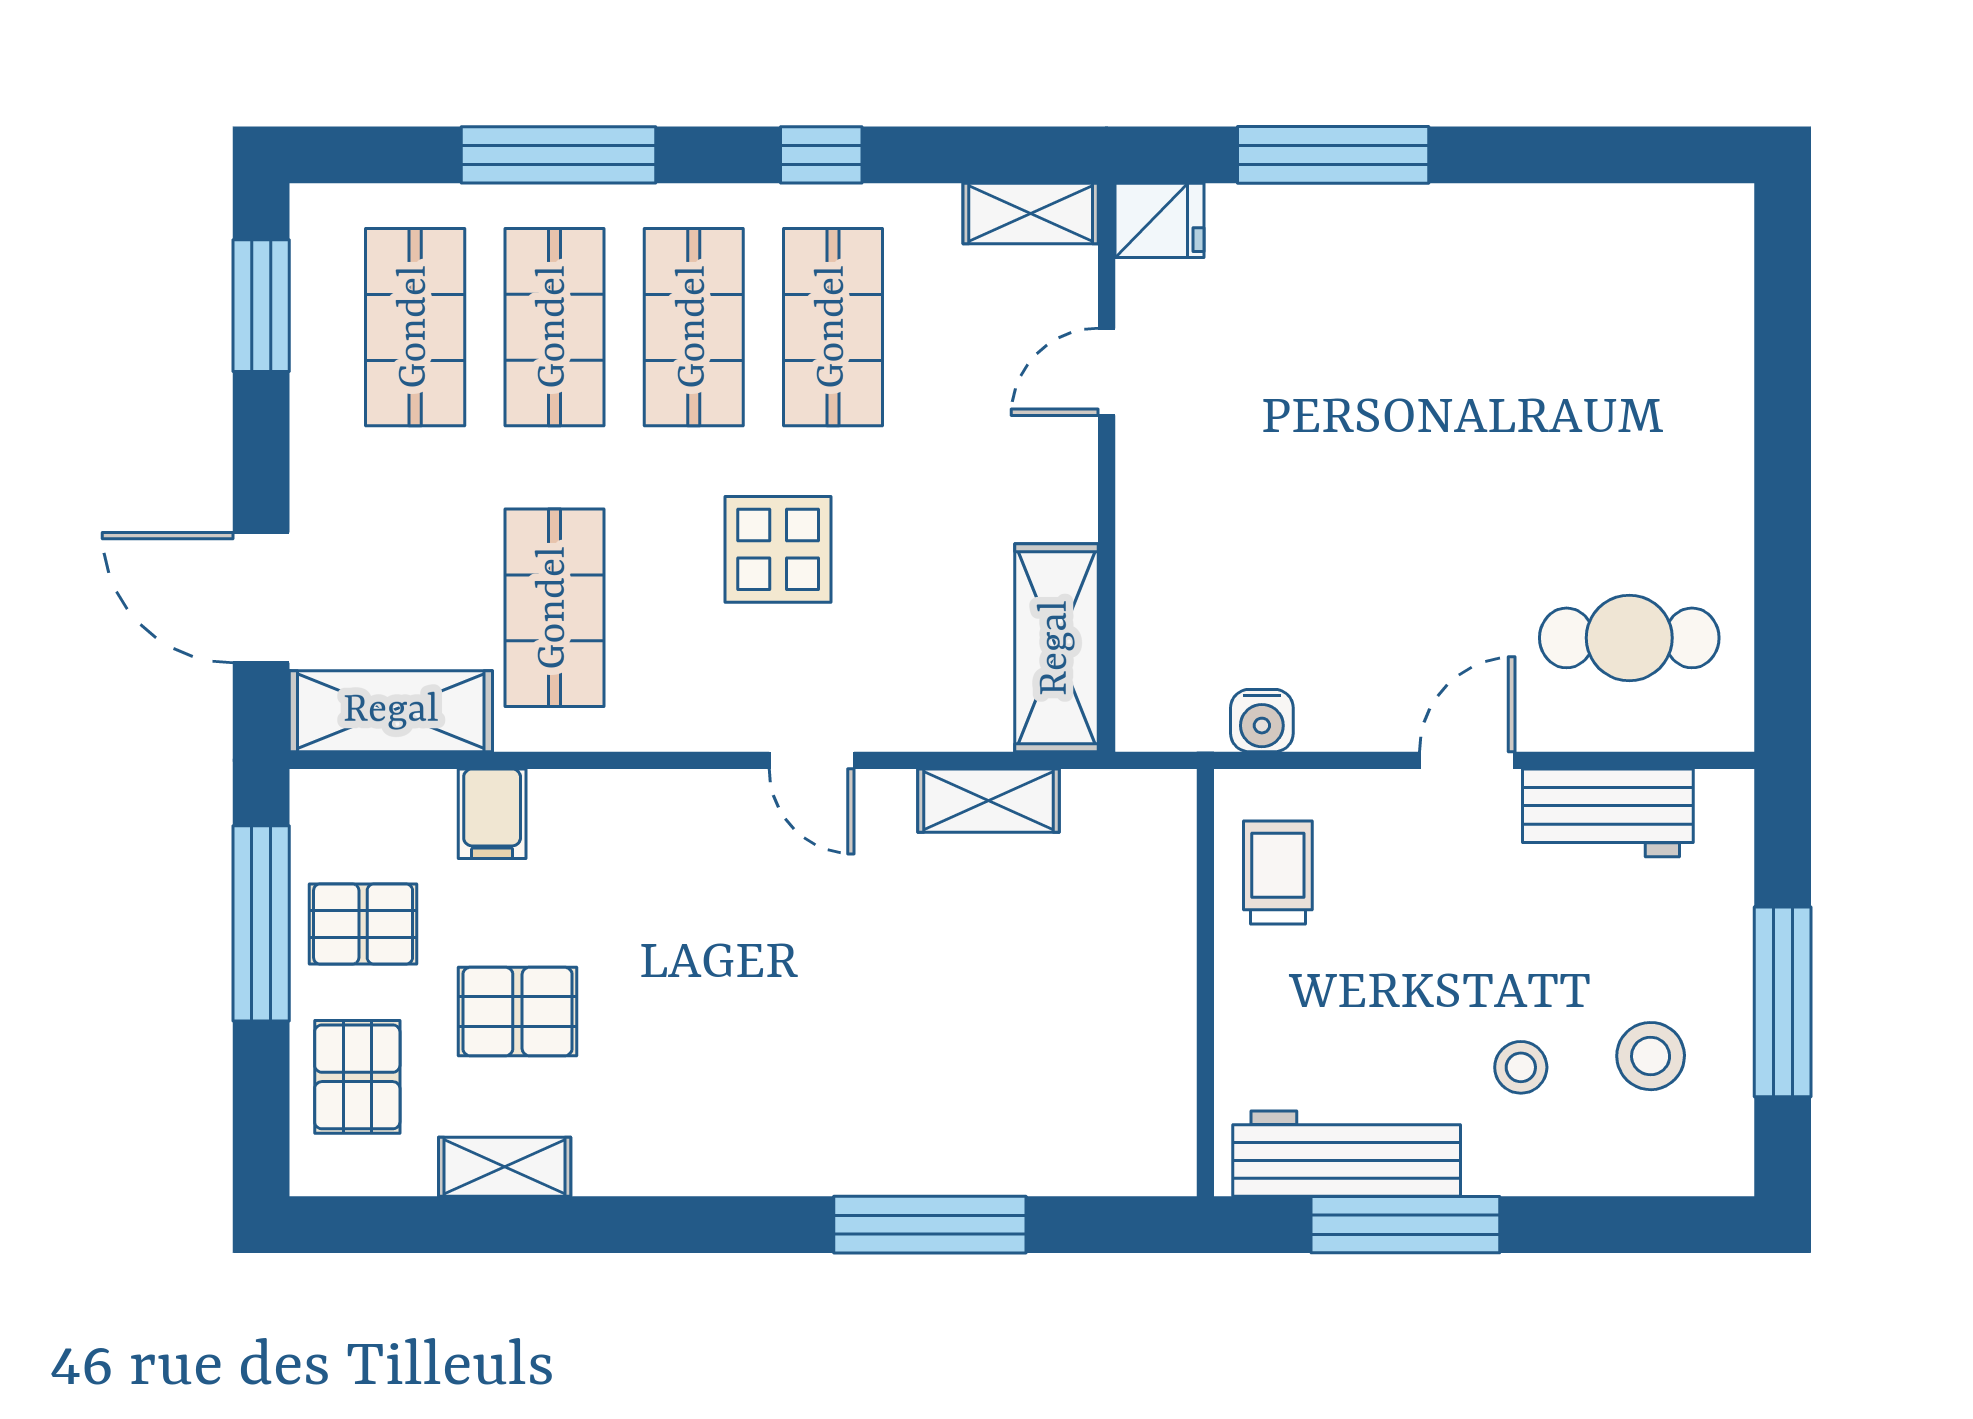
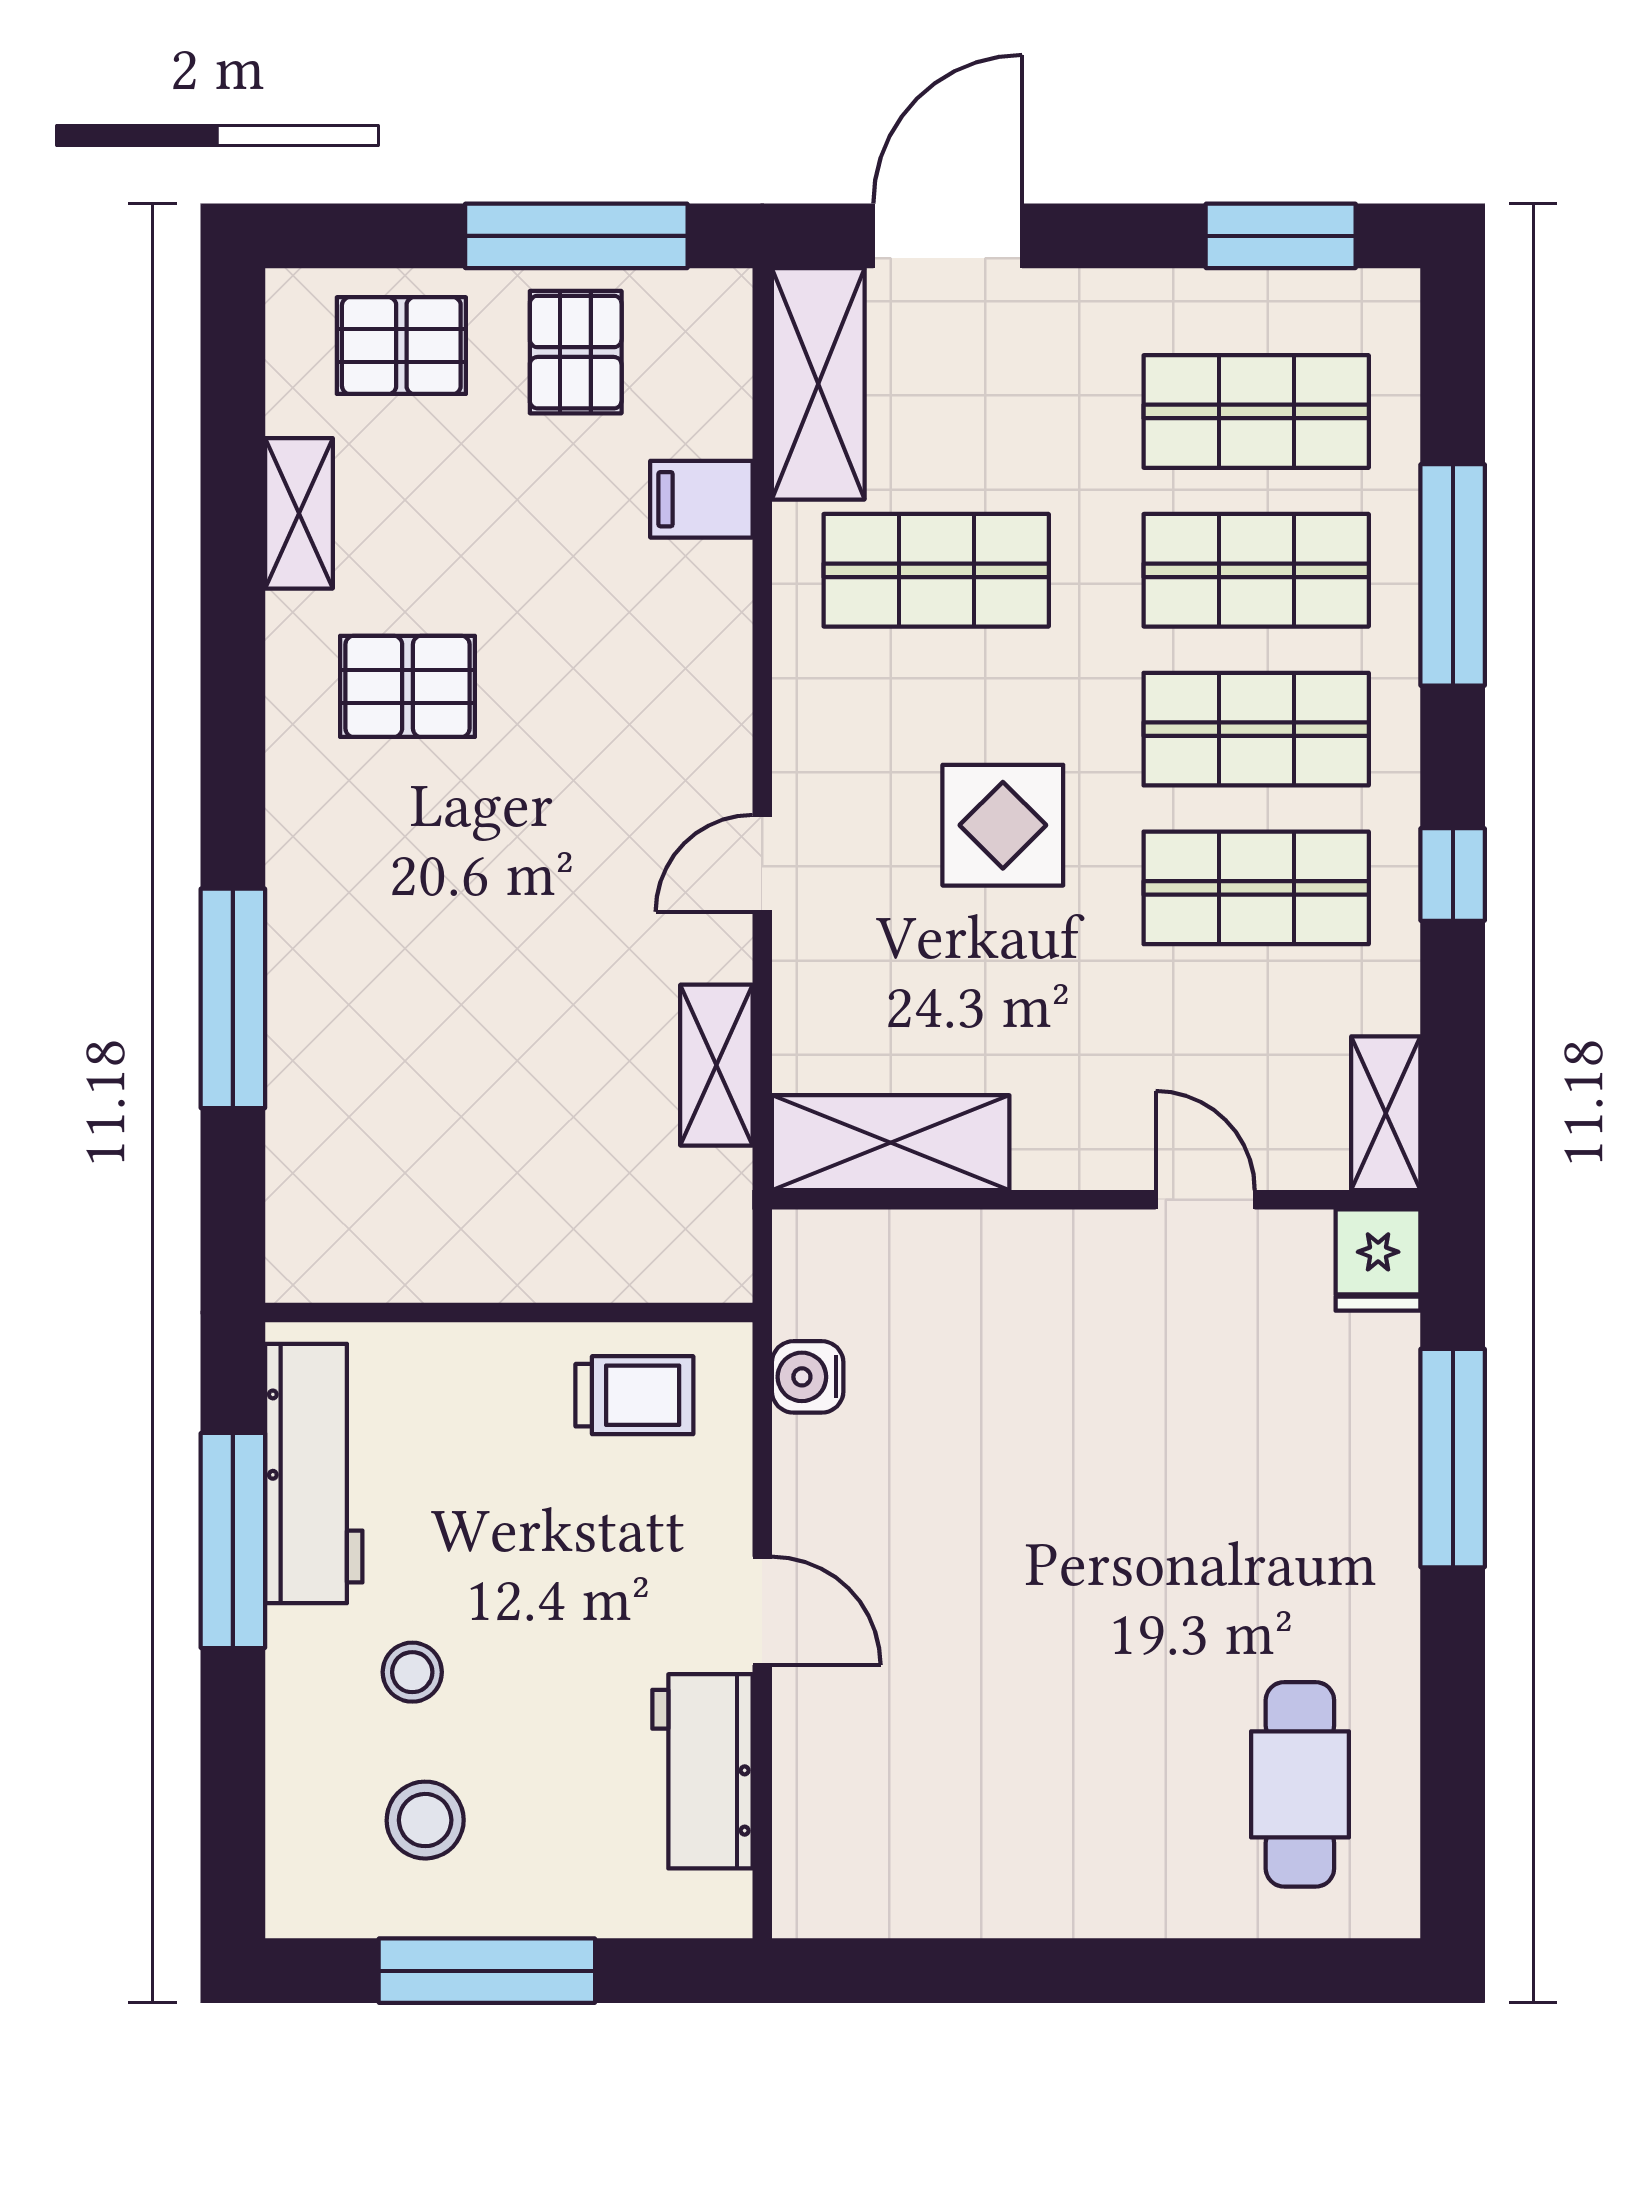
cafe table: (1629, 638) -> (1300, 1784), moved
pallet: (517, 1012) -> (408, 686), moved, turned 90

